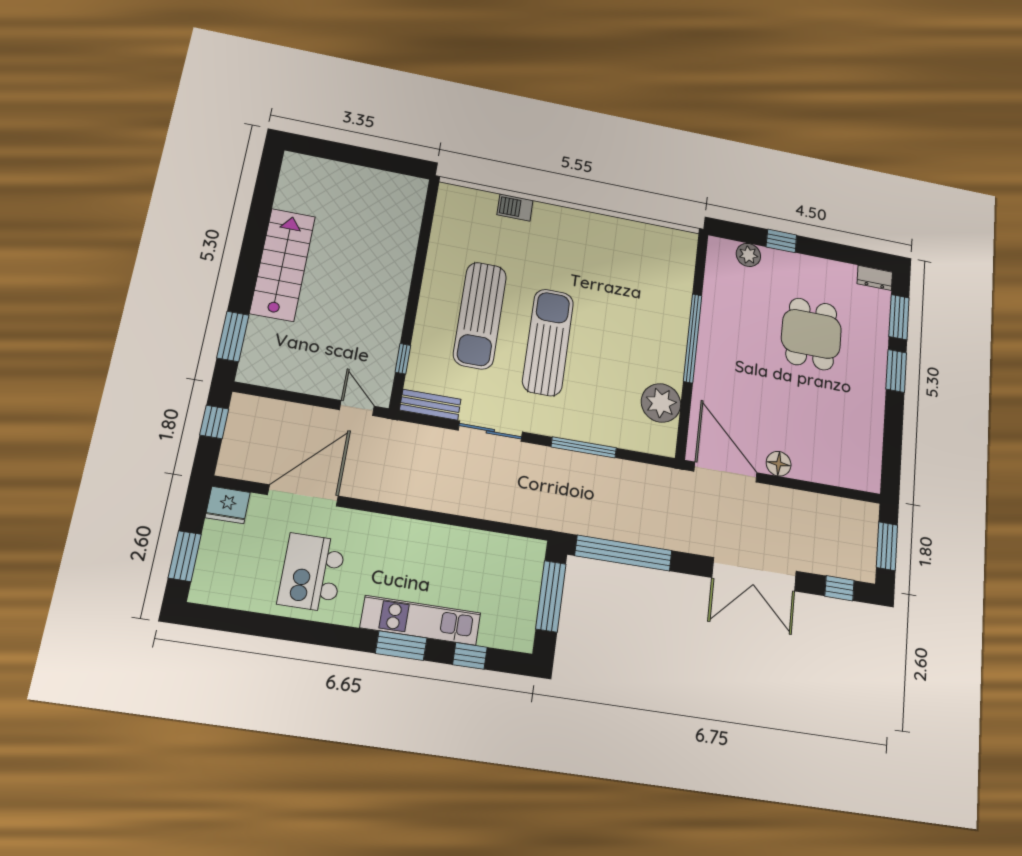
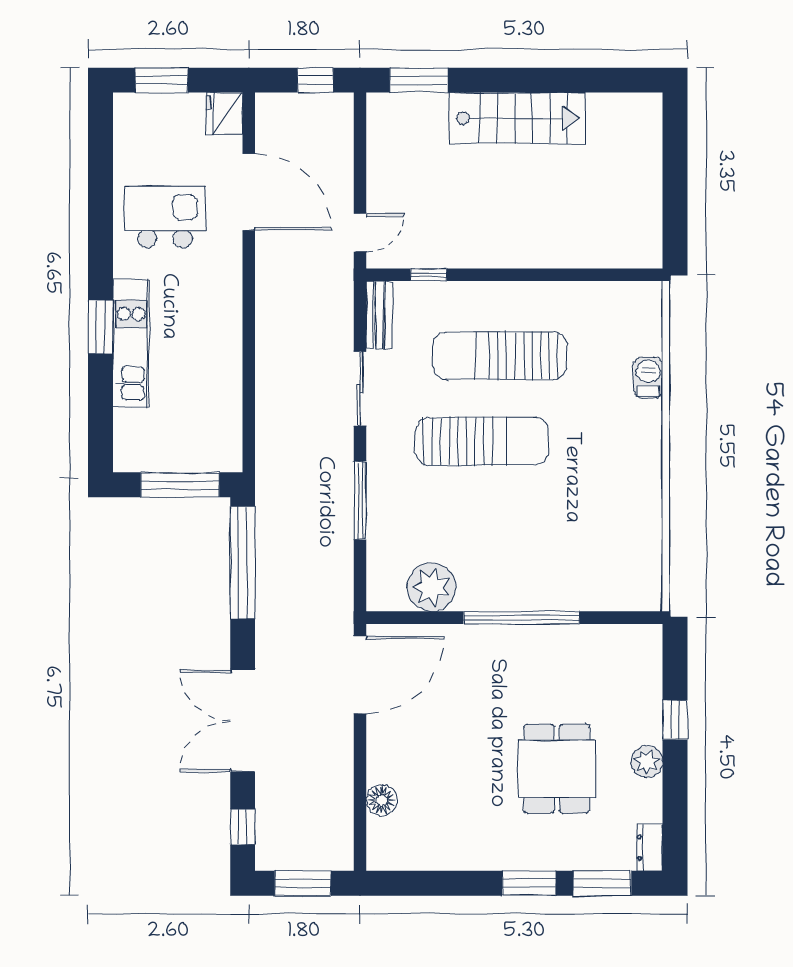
plant: (748, 255) -> (647, 762), moved
dining table: (811, 334) -> (557, 769), turned 90
floor lamp: (779, 464) -> (382, 800), moved
window: (470, 656) -> (101, 404), removed

